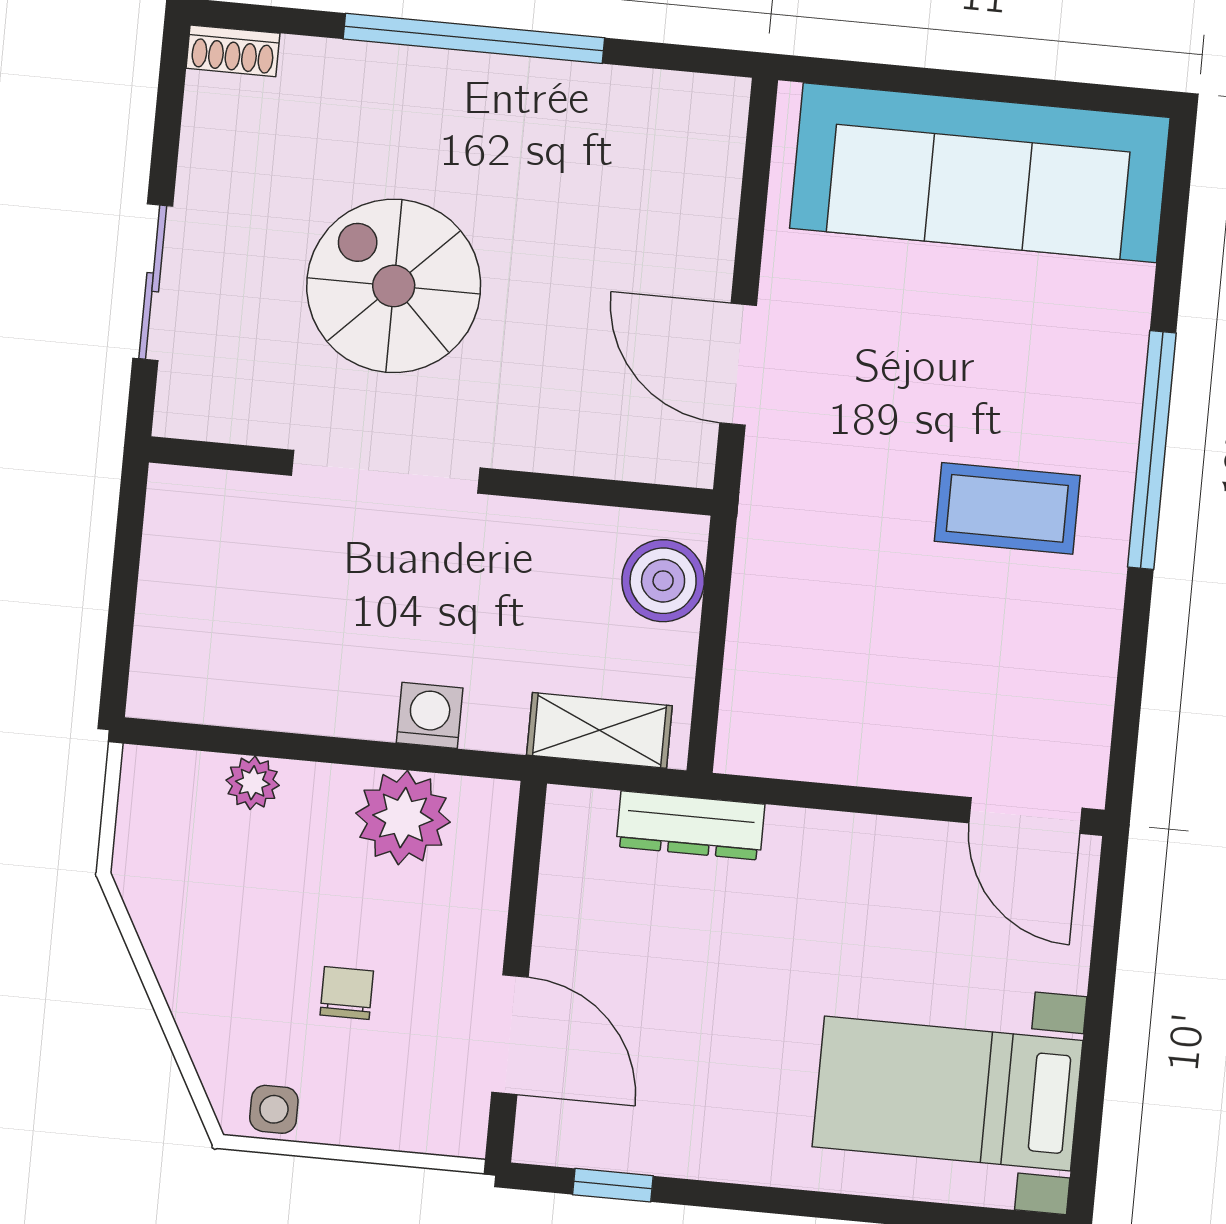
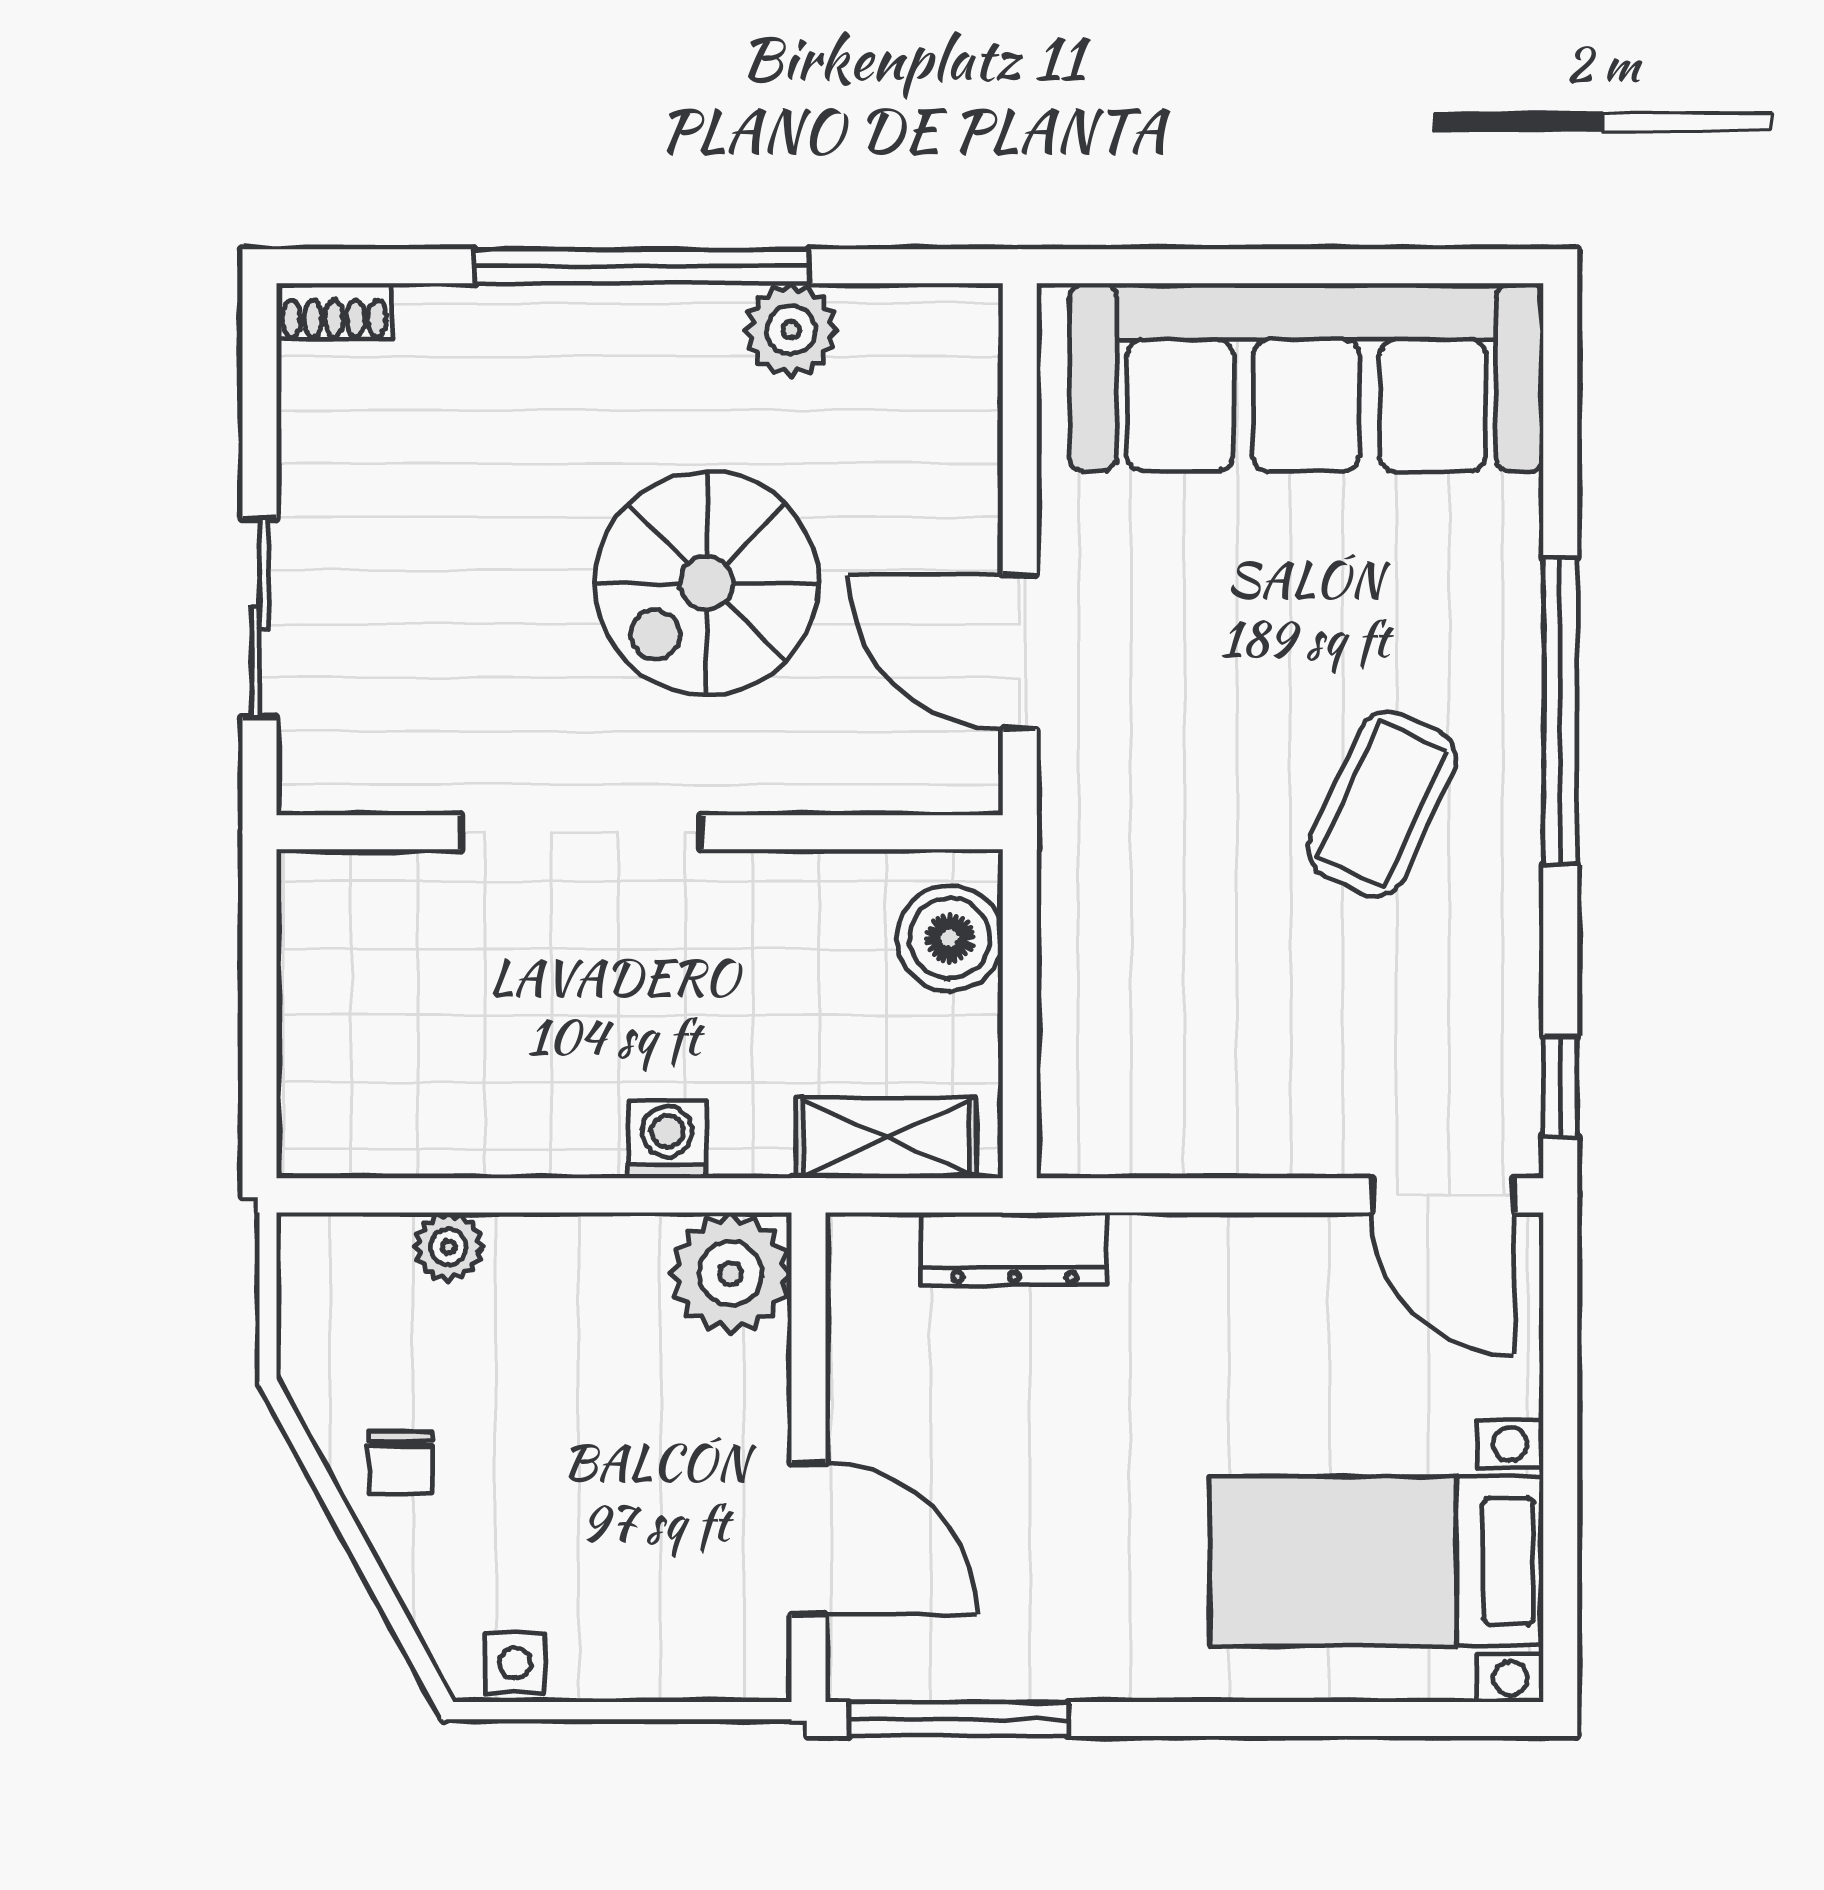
plant: (585, 99) -> (791, 330), added
spiral stairs: (394, 286) -> (707, 583), moved, turned -90
coffee table: (1007, 508) -> (1382, 804), turned -65
window: (1124, 740) -> (1560, 1086), added
plant: (403, 818) -> (731, 1273), moved
chair: (347, 993) -> (401, 1463), moved, turned 180
window: (613, 1185) -> (959, 1719), width x2.17

